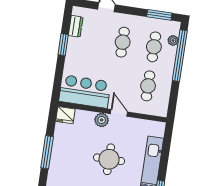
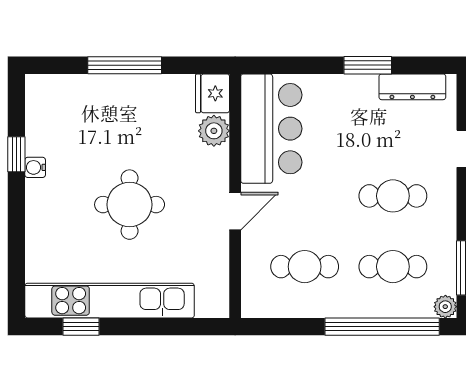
dresser: (76, 26) -> (412, 87), width x1.44
plant: (173, 40) -> (445, 307), moved
plant: (102, 120) -> (214, 131), moved

